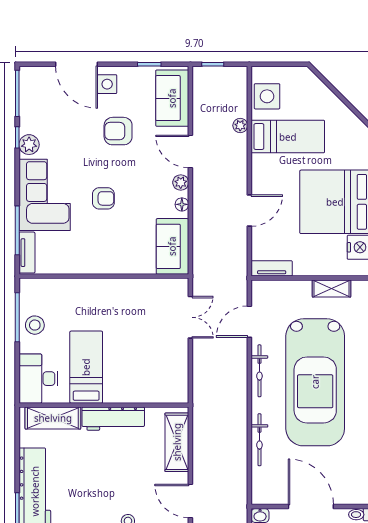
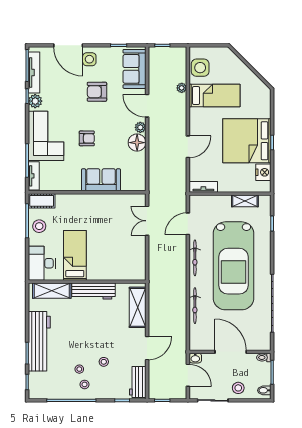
tv unit: (27, 103) -> (34, 72), added
floor lamp: (182, 204) -> (137, 143), width x1.89, depth x1.89
sofa: (172, 246) -> (101, 180), moved, turned 90
cot: (38, 288) -> (42, 201), added
double door: (190, 317) -> (147, 221), swing flipped
door: (190, 501) -> (147, 348), swing flipped

